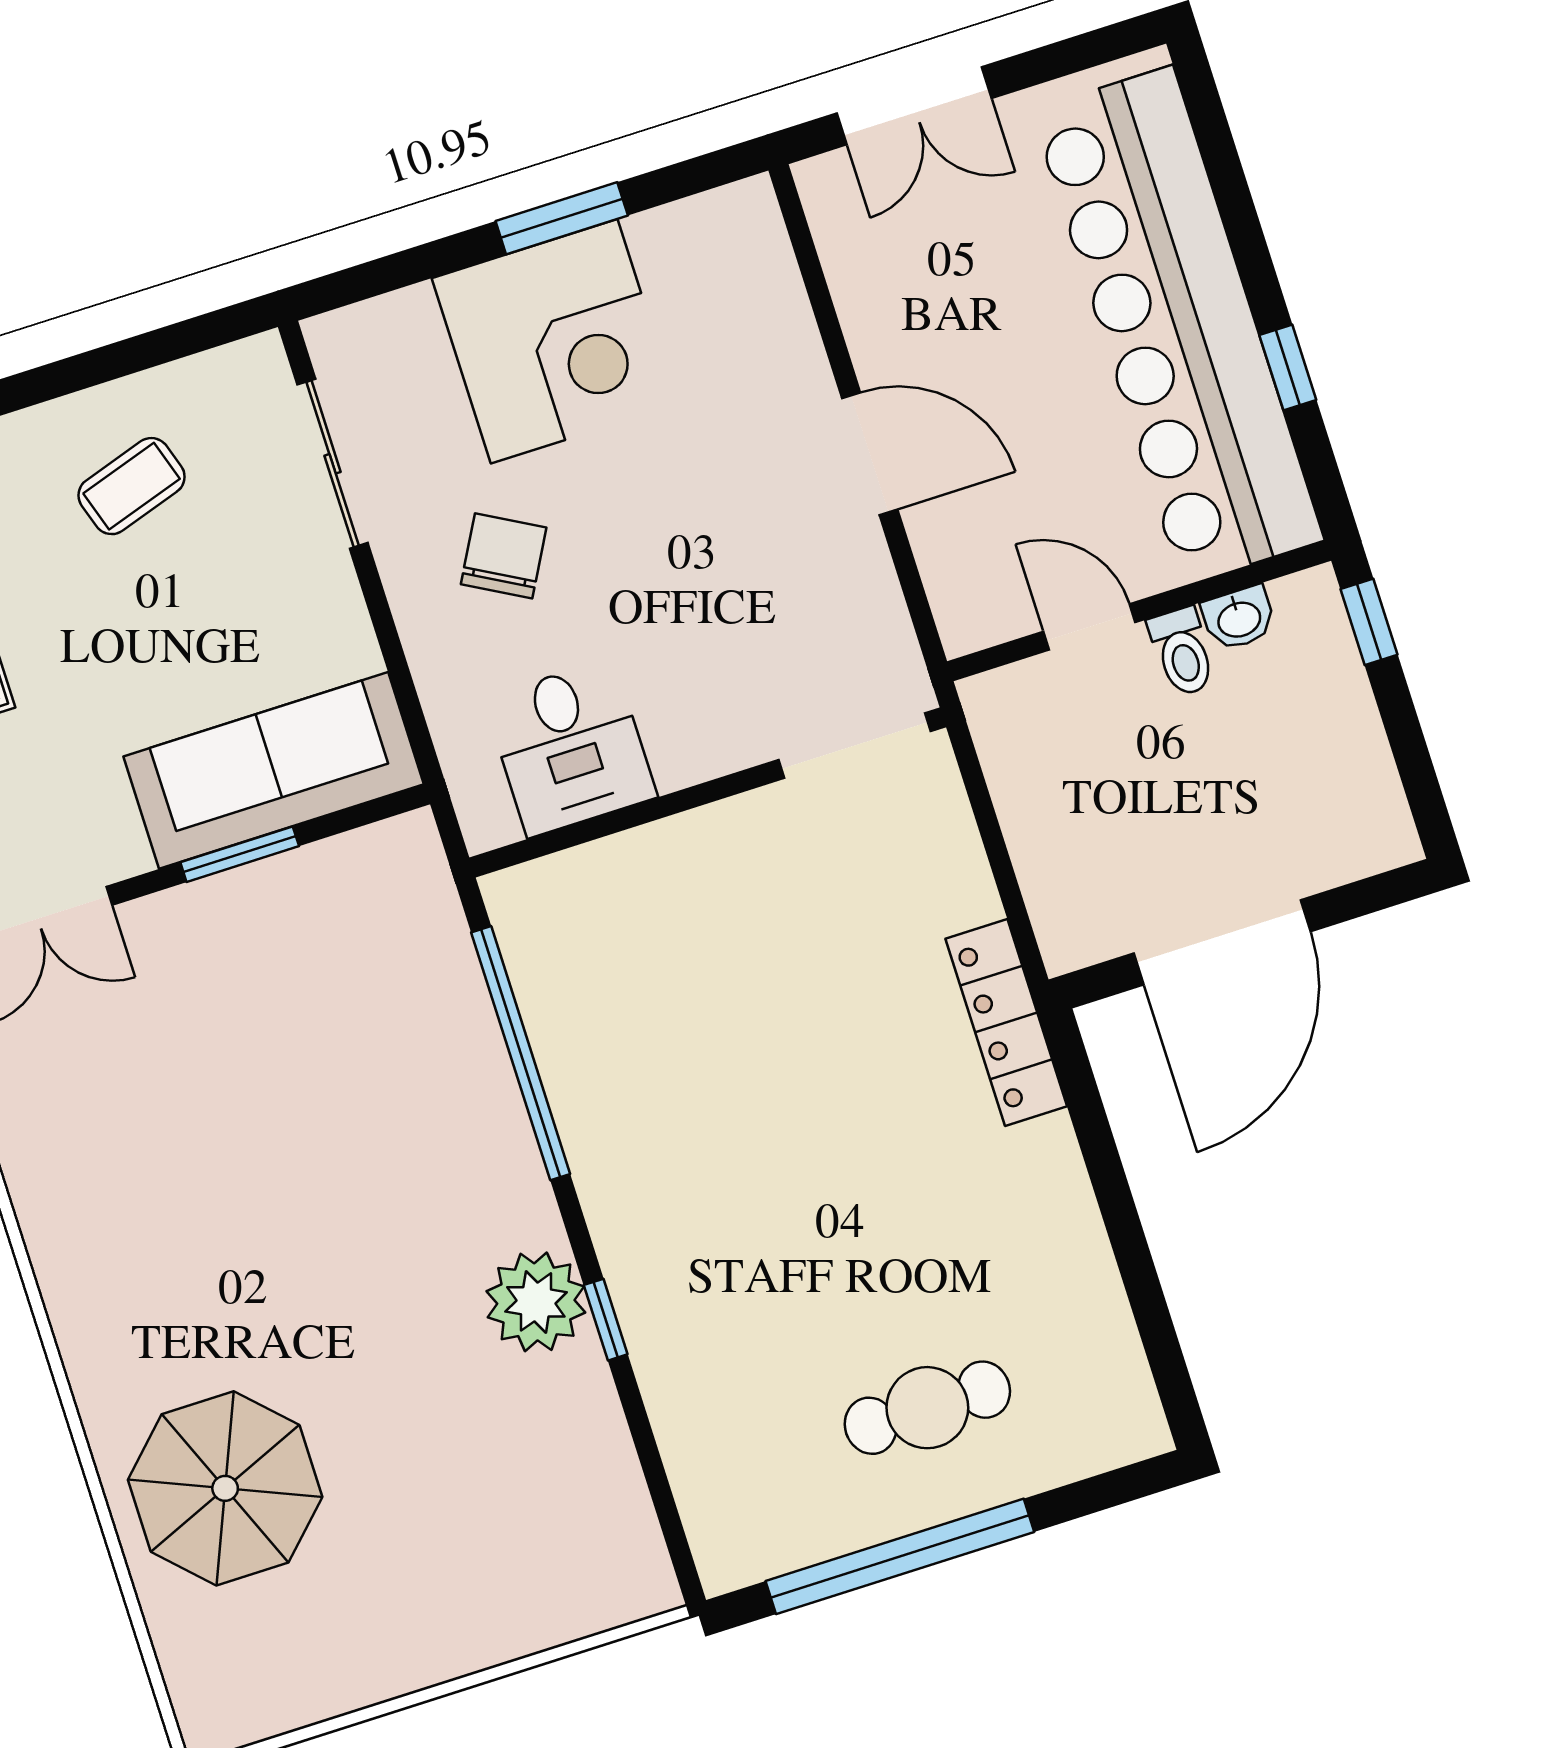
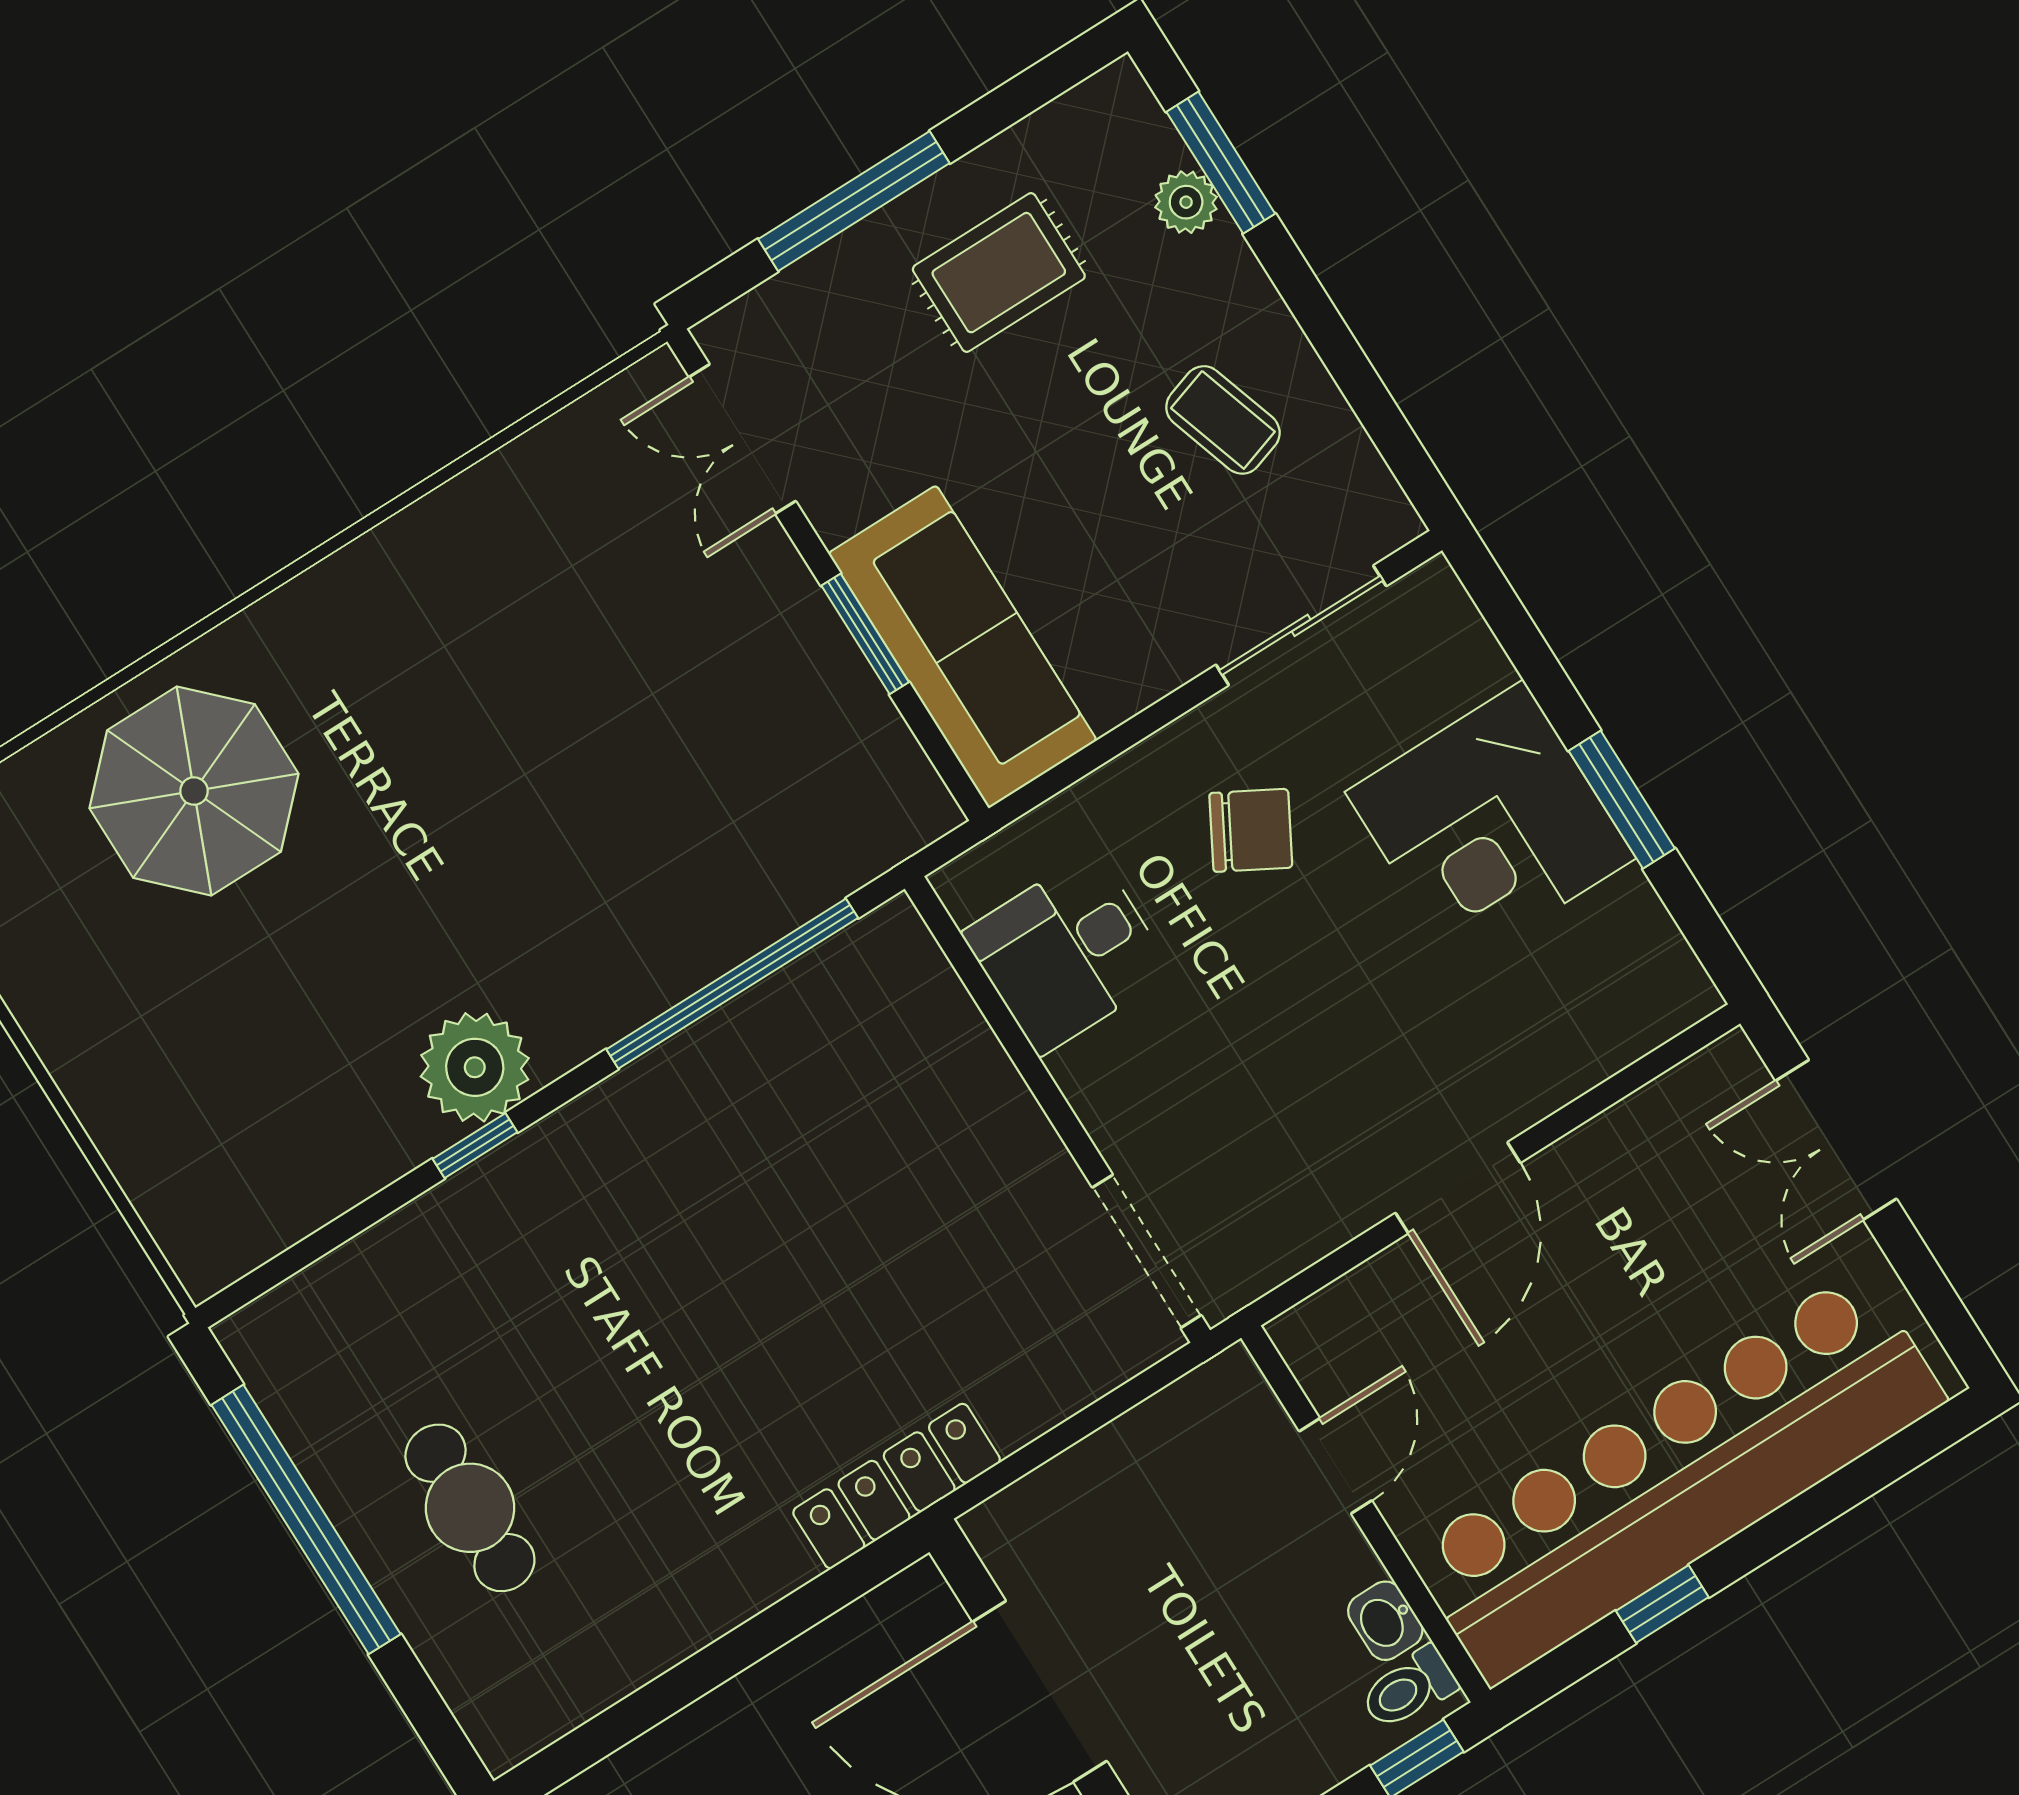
toilet: (1182, 652) -> (1409, 1688), moved

